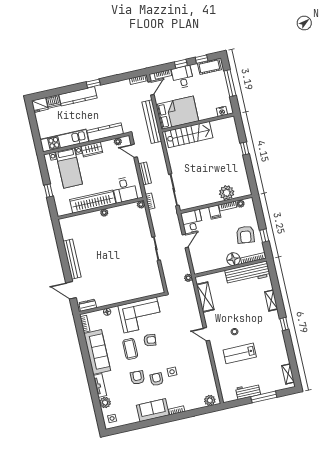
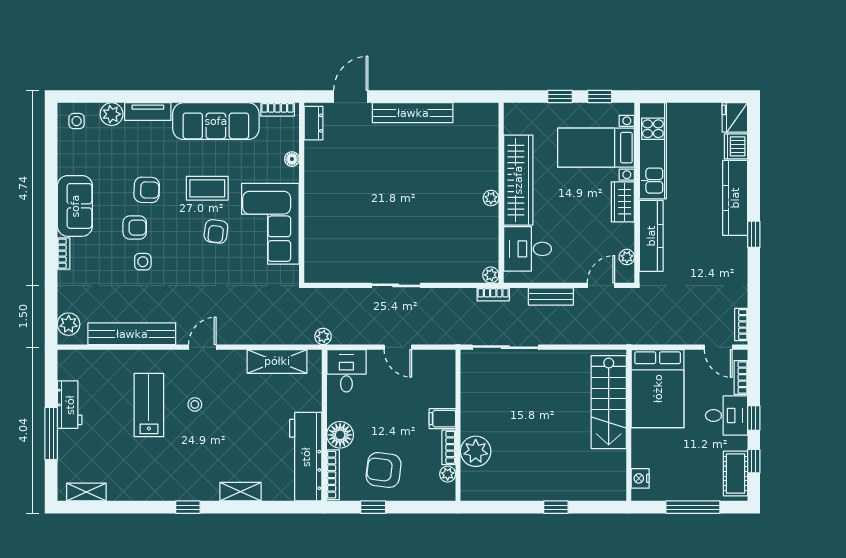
bench: (152, 122) -> (132, 334), moved
window: (44, 172) -> (600, 97), added
desk: (192, 221) -> (346, 371), moved, turned -90

